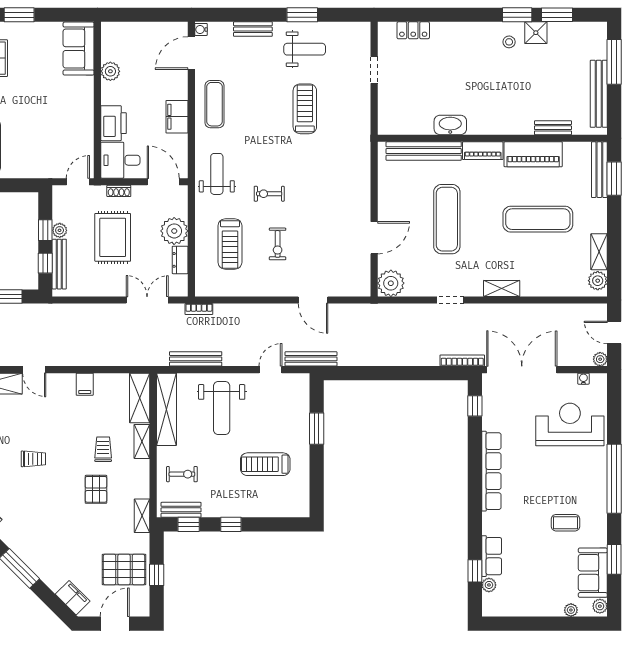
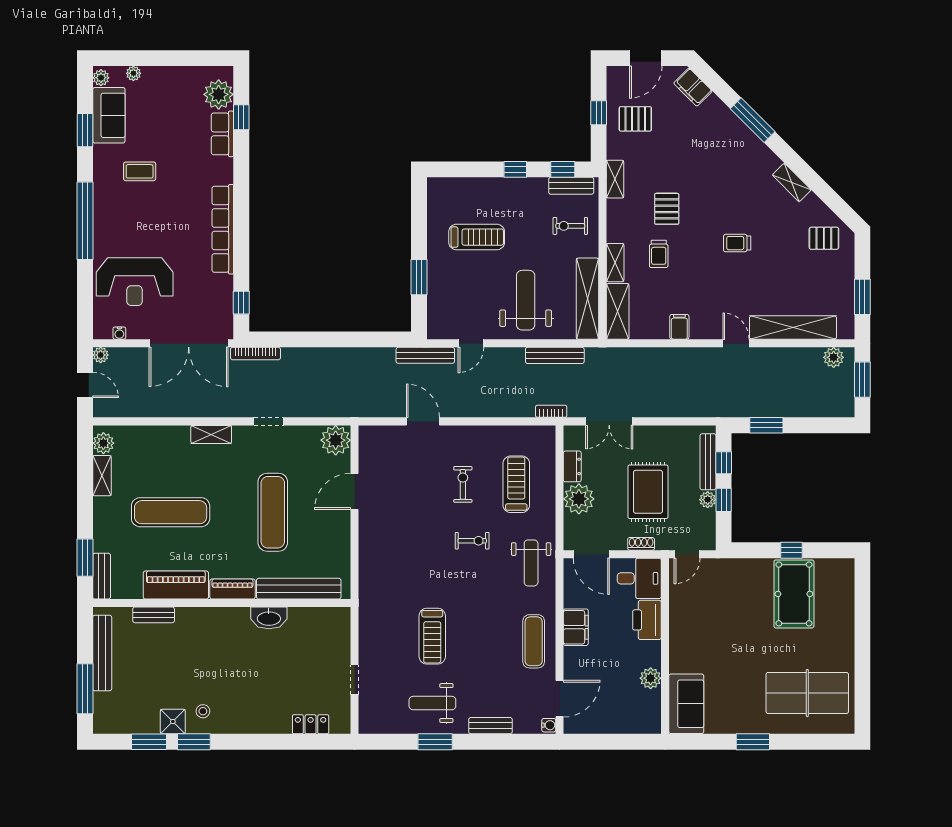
bench: (599, 170) -> (102, 576), width x0.73
pallet: (124, 569) -> (635, 119), width x0.67, depth x0.71
plant: (489, 585) -> (219, 94), width x1.88, depth x1.88

